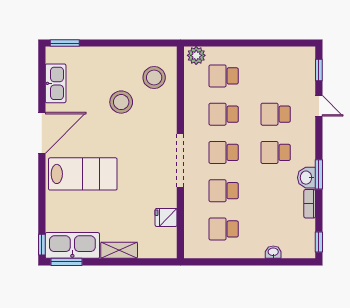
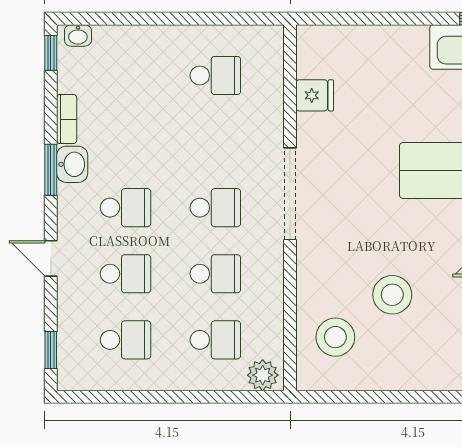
door: (319, 106) -> (51, 258), moved
school desk: (224, 191) -> (126, 340), moved
shelving: (119, 250) -> (396, 39), removed
washbasin: (273, 252) -> (78, 35), moved

